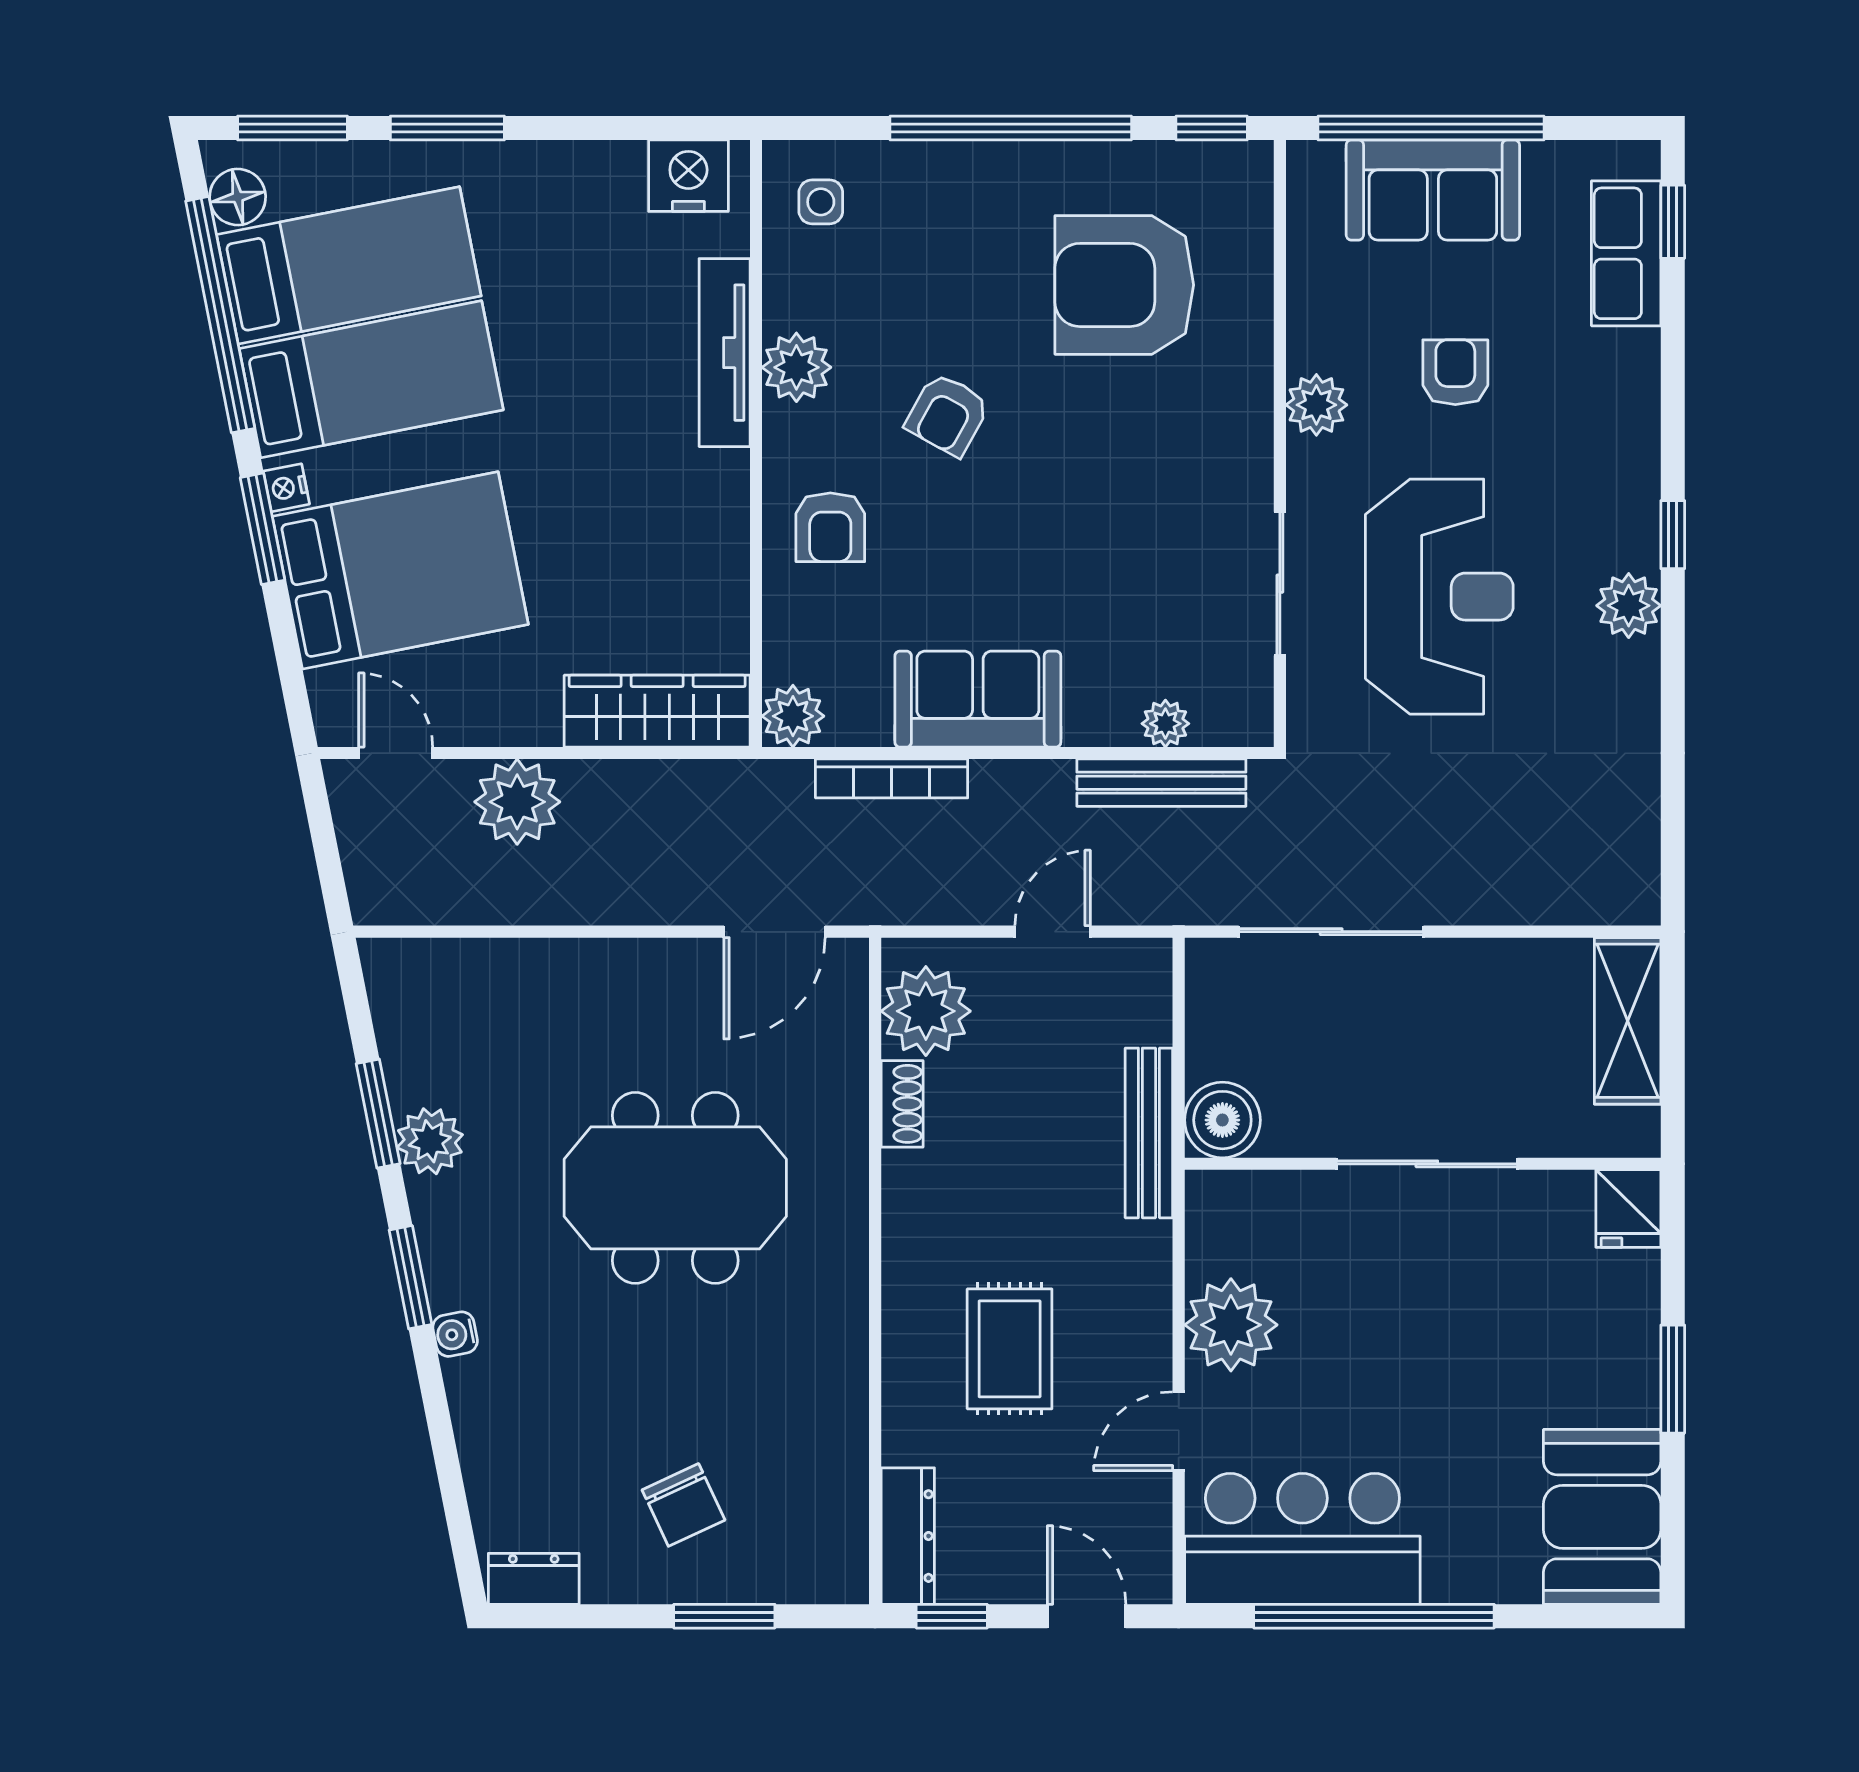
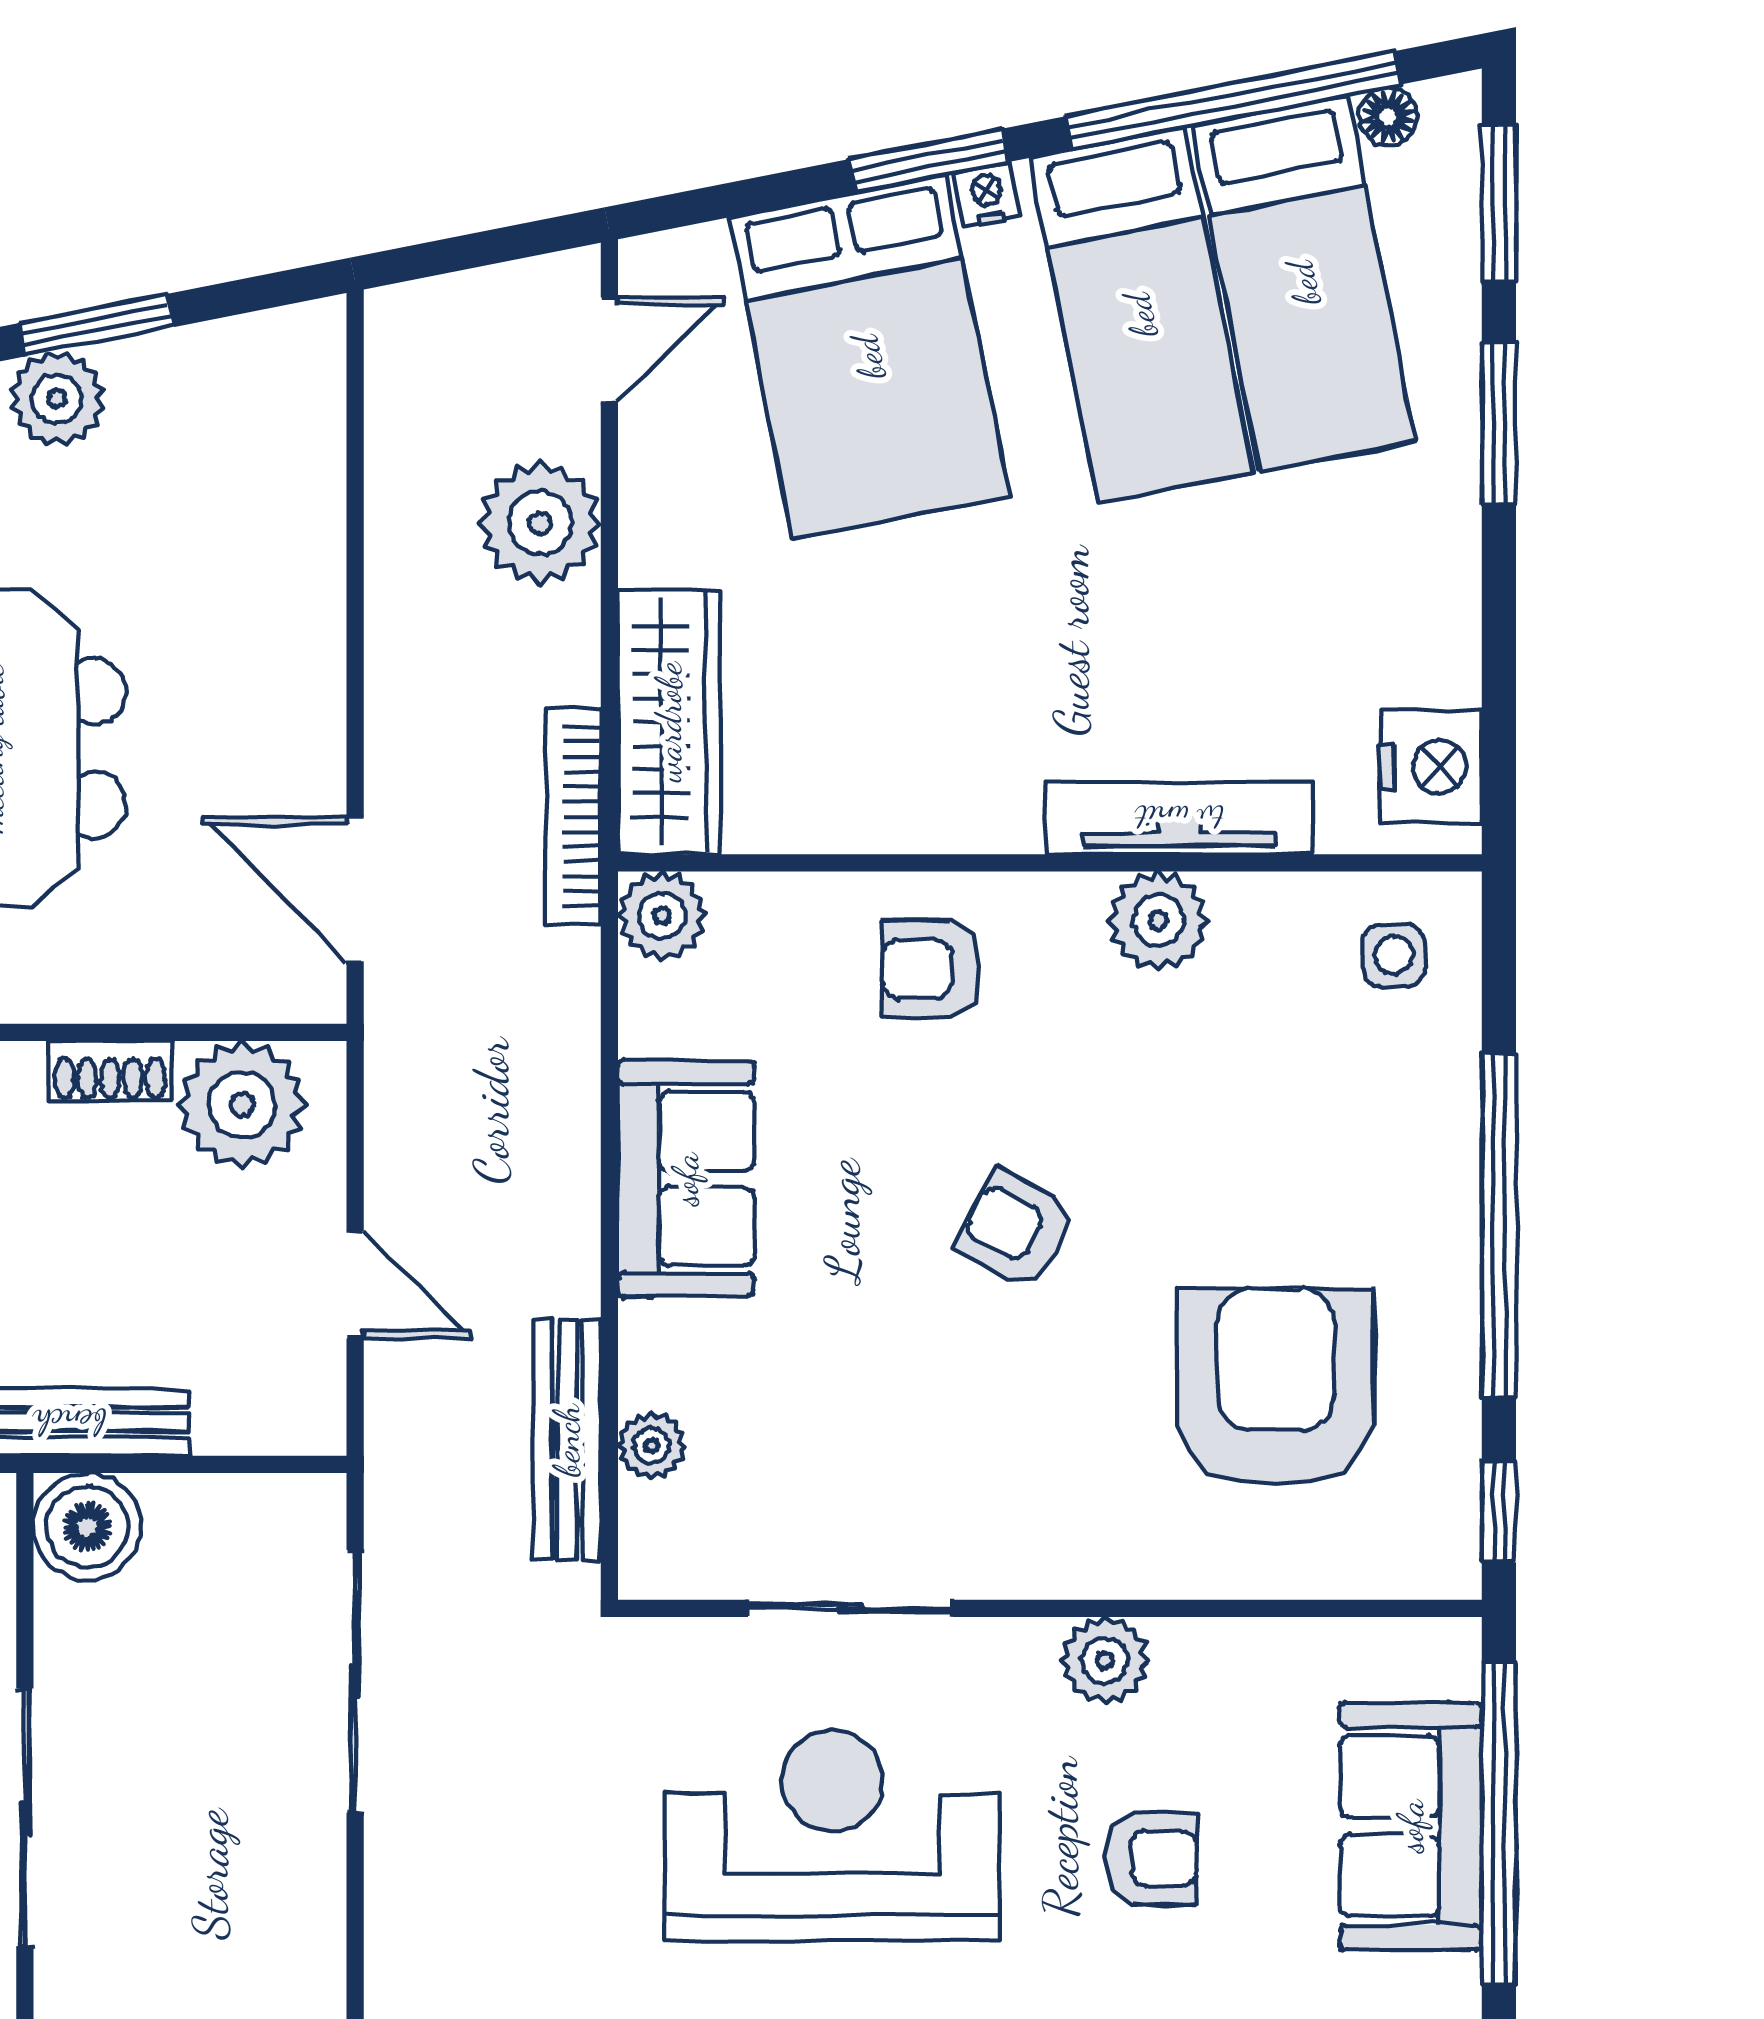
floor lamp: (238, 197) -> (1388, 117), width x0.73, depth x0.73
armchair: (948, 414) -> (1016, 1229), moved
reception desk: (1439, 597) -> (832, 1835), turned 180
bookcase: (892, 778) -> (573, 816), moved

